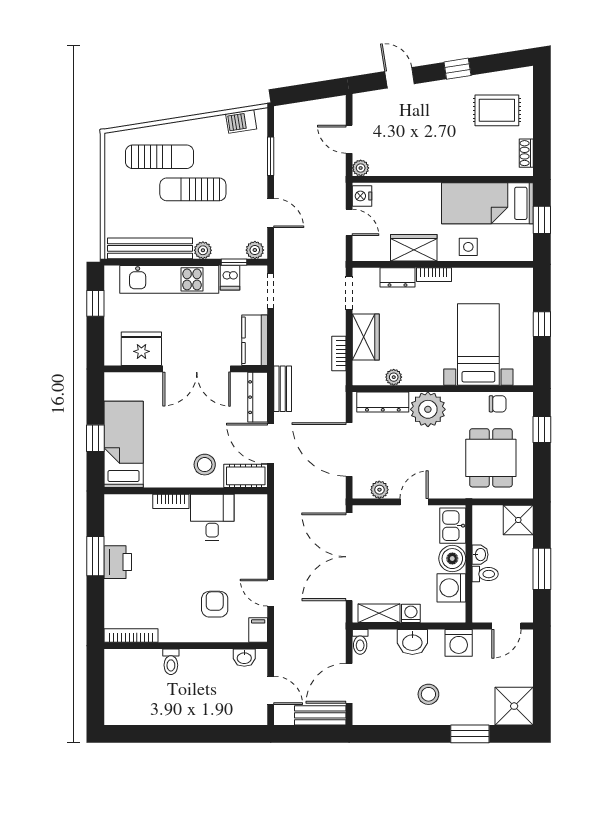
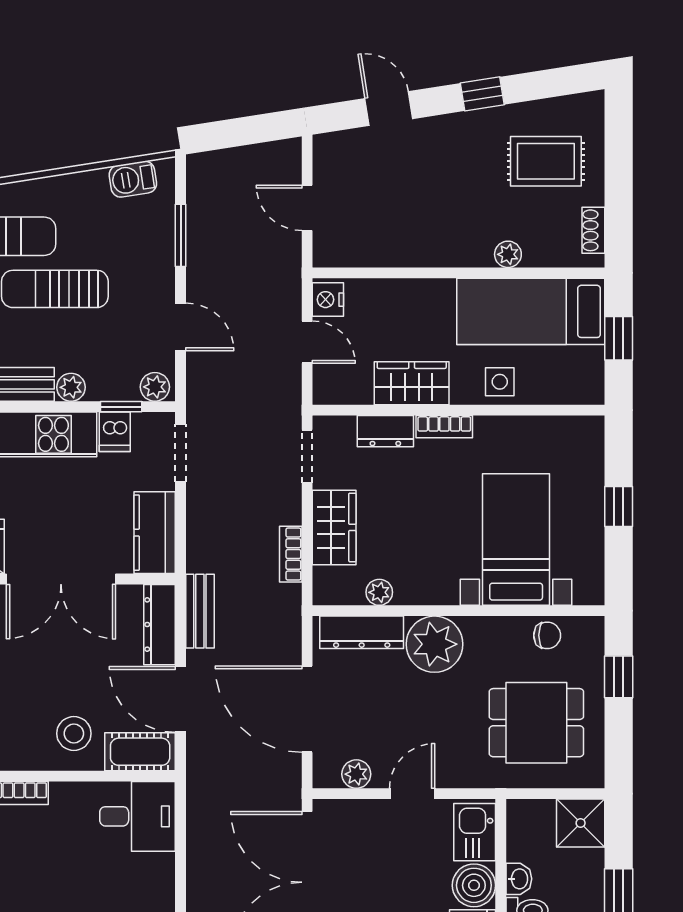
plant: (361, 168) -> (508, 254), moved
dining table: (491, 458) -> (536, 723), turned 90
desk: (212, 518) -> (138, 816), moved, turned 90

